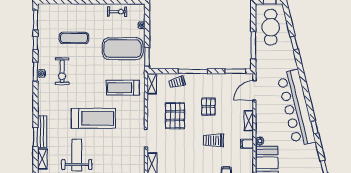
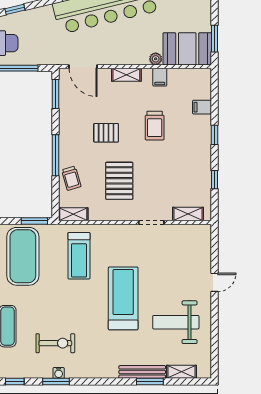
pallet: (175, 116) -> (119, 181), turned 90

